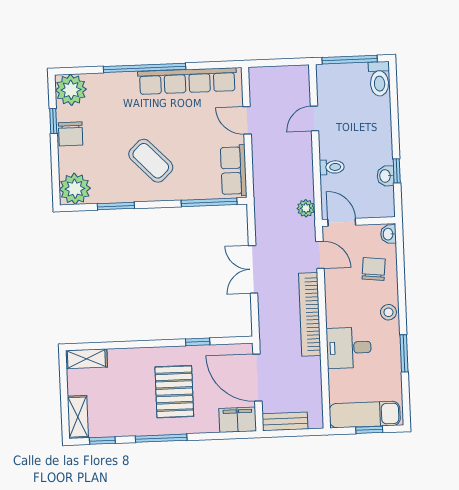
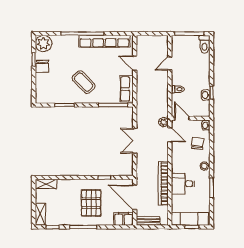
plant: (75, 189) -> (43, 95), removed
plant: (306, 208) -> (163, 122), moved
bookcase: (310, 314) -> (163, 184), moved

